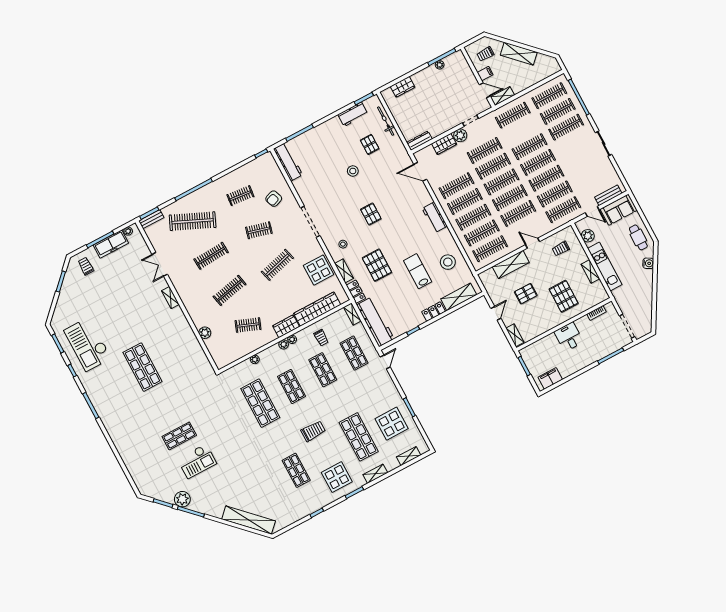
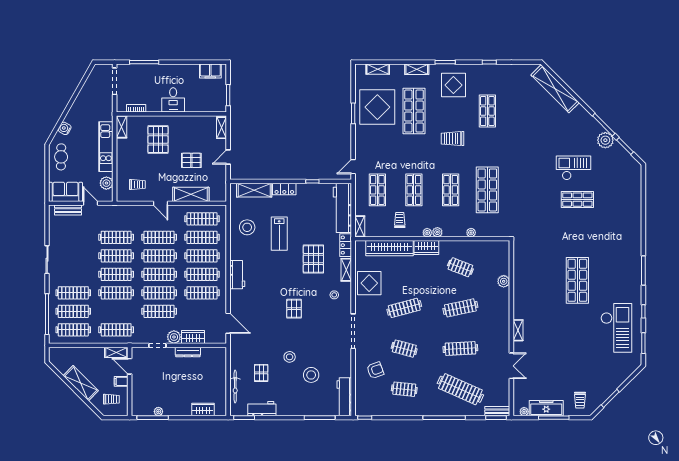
dresser: (419, 141) -> (188, 352), moved
stool: (326, 165) -> (311, 375), added
clothes rail: (563, 210) -> (116, 219), removed
shelving: (590, 272) -> (121, 127), moved
display table: (392, 424) -> (377, 107), width x1.36, depth x1.36

